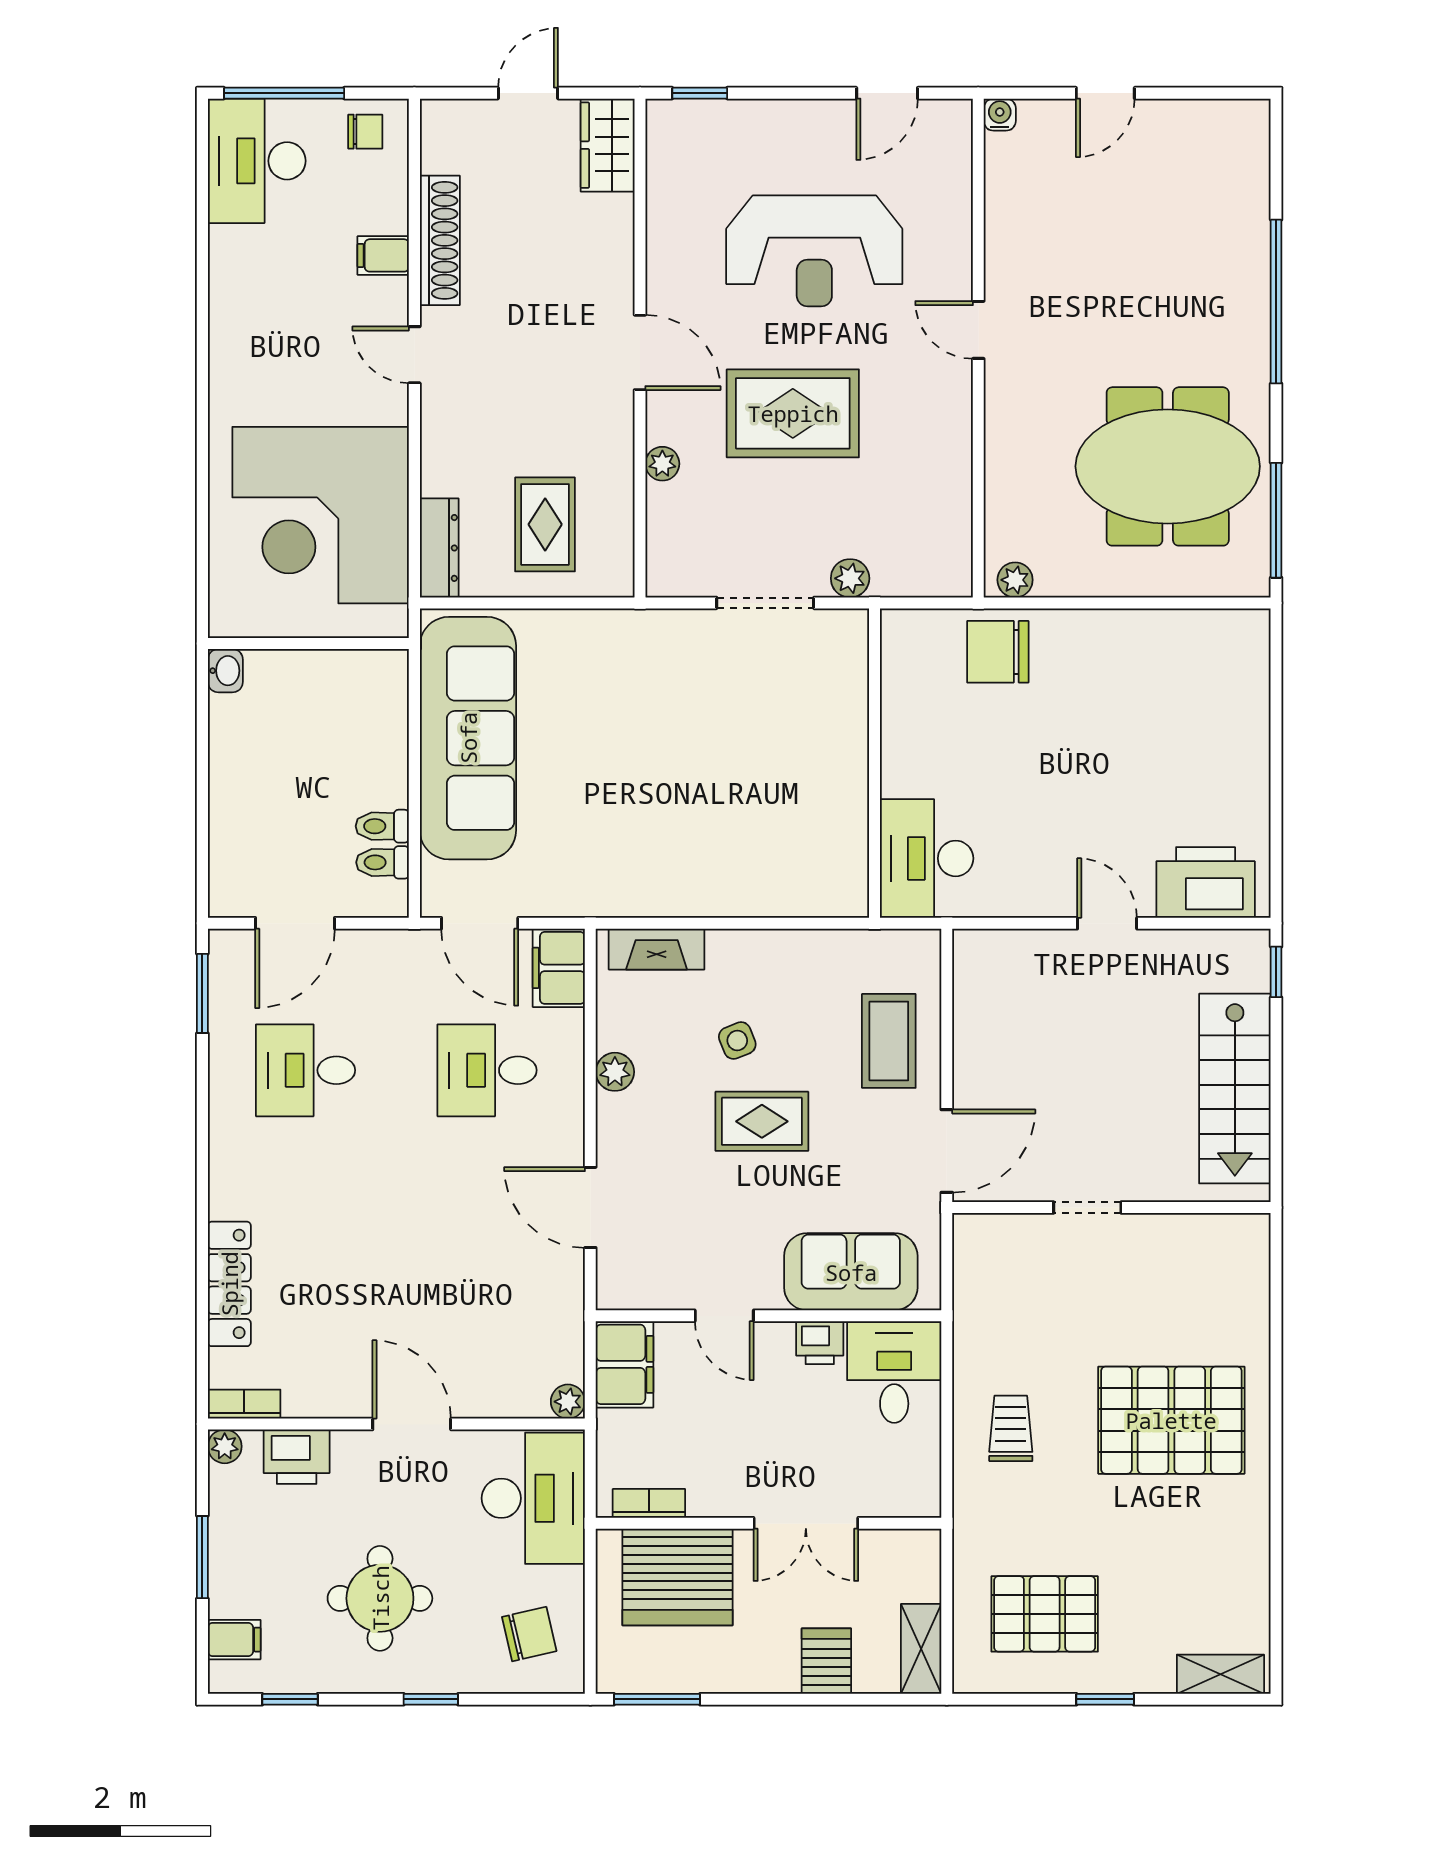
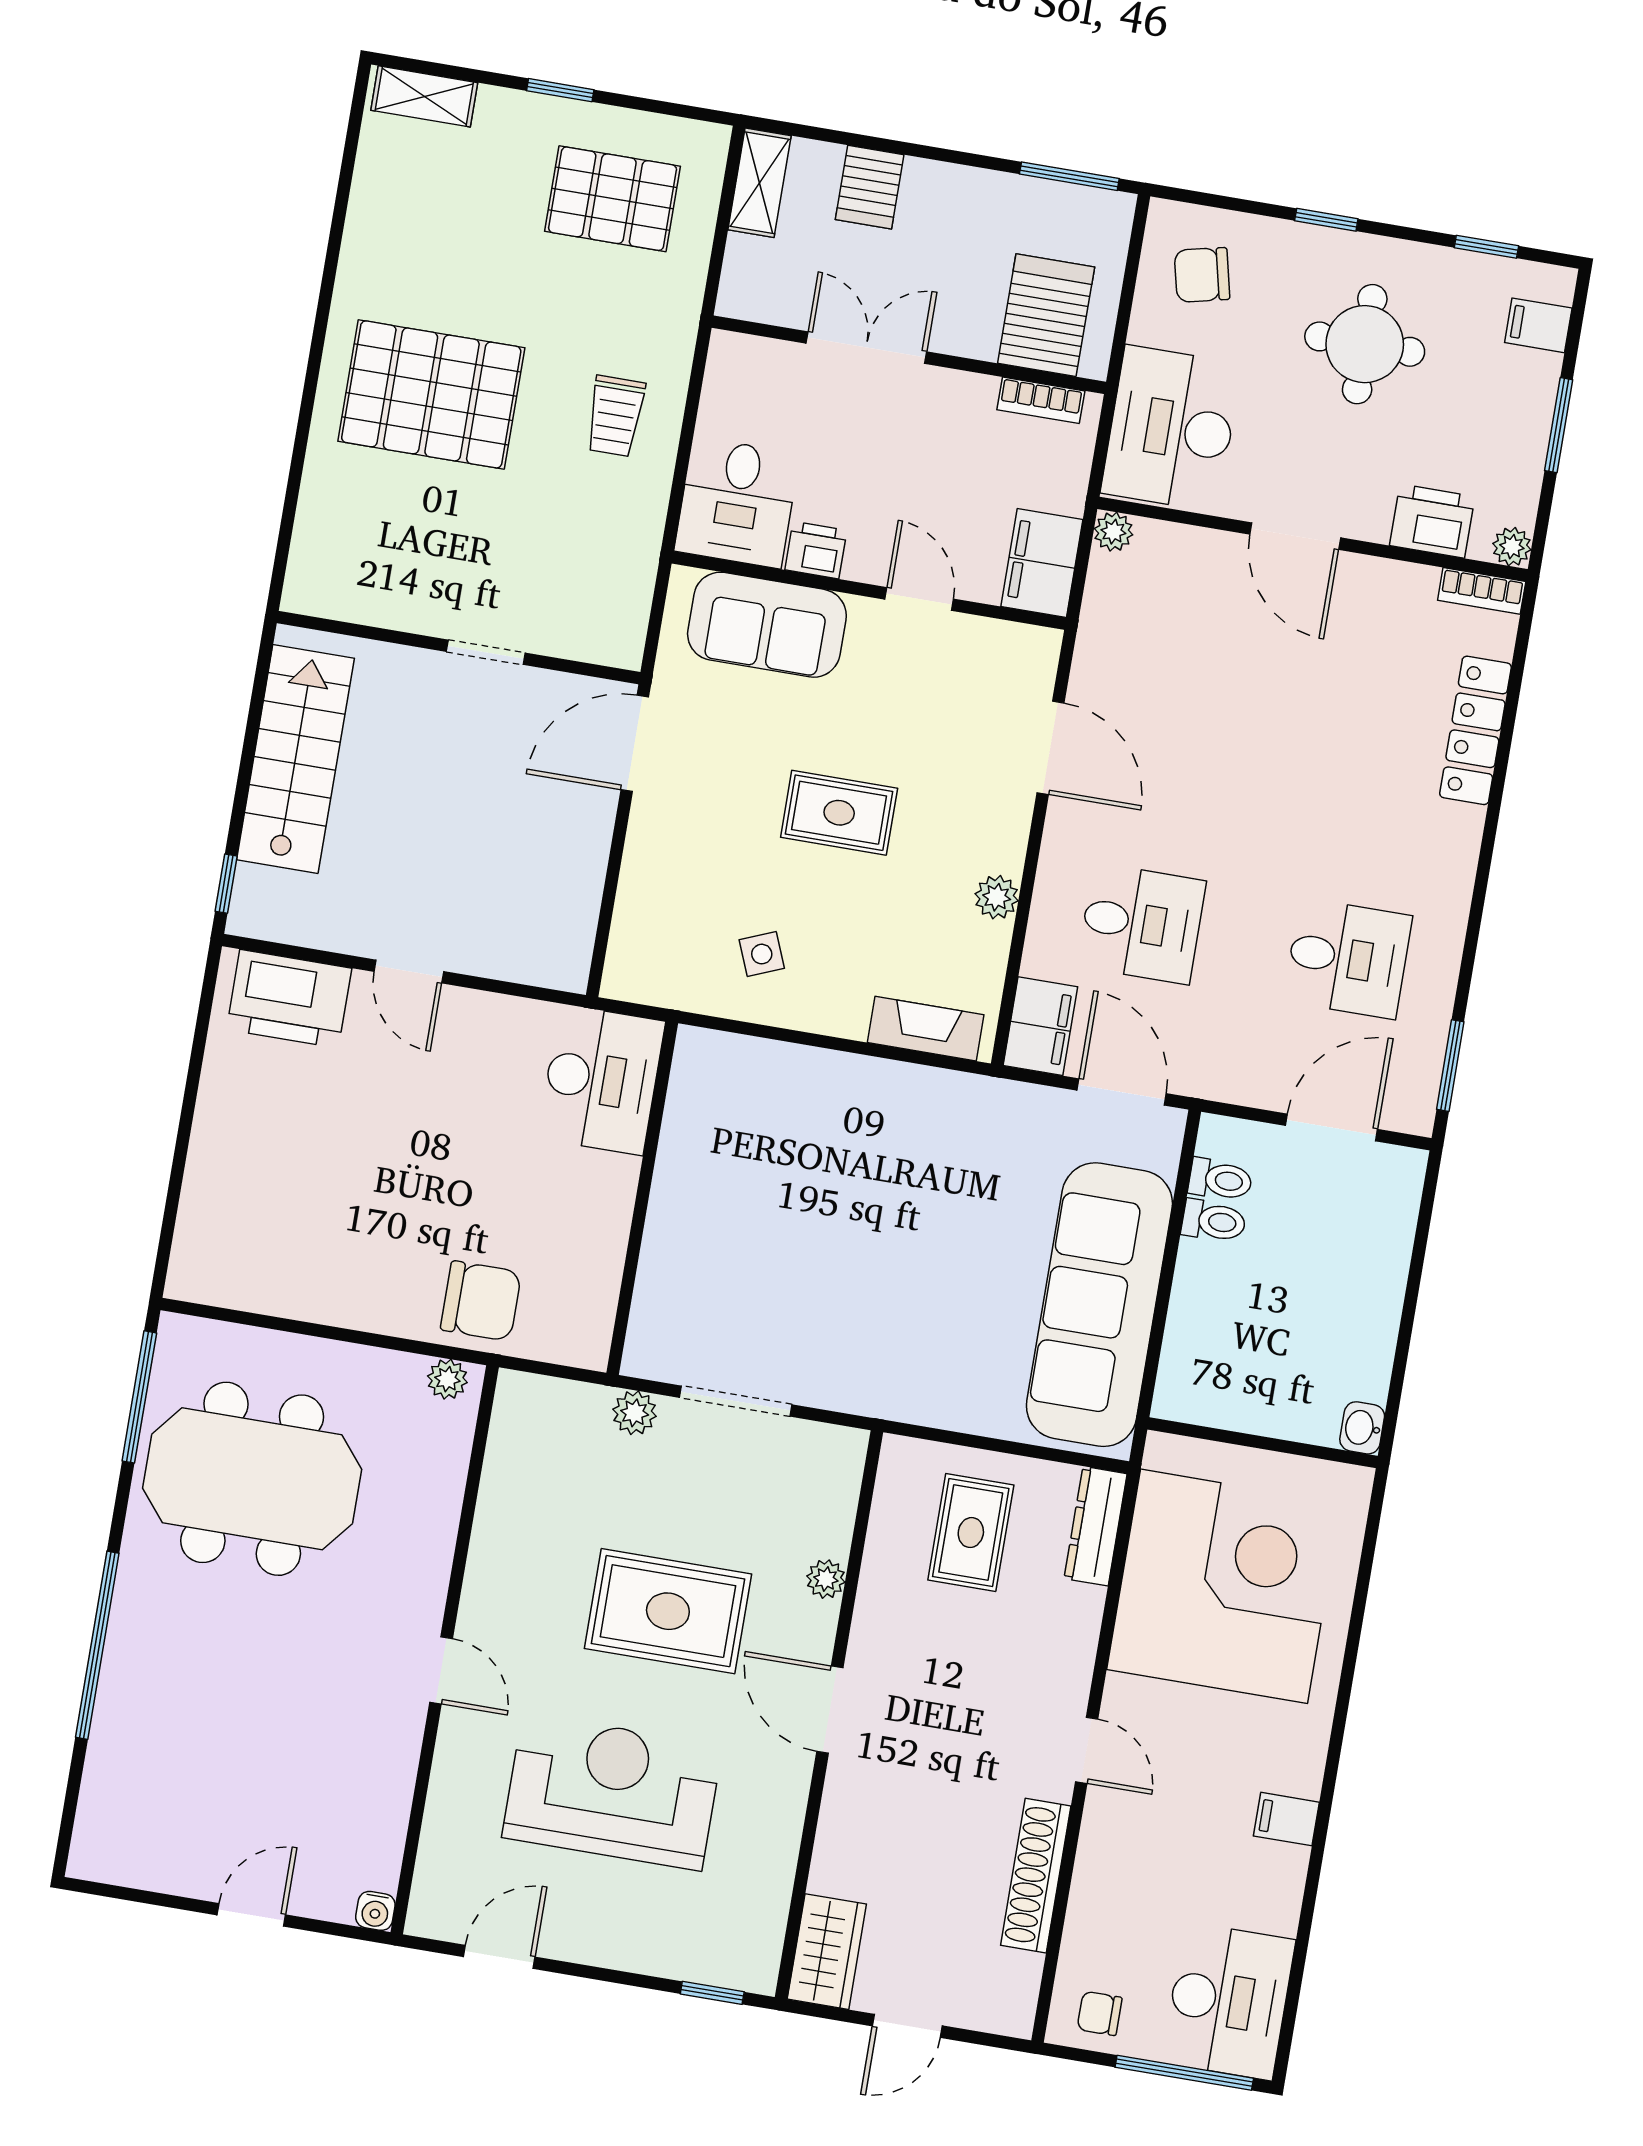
filing cabinet: (383, 255) -> (1286, 1819), moved, turned 180
side table: (737, 1041) -> (762, 954), moved
coffee table: (889, 1041) -> (679, 880), removed
server rack: (677, 1577) -> (1046, 315), width x0.62

